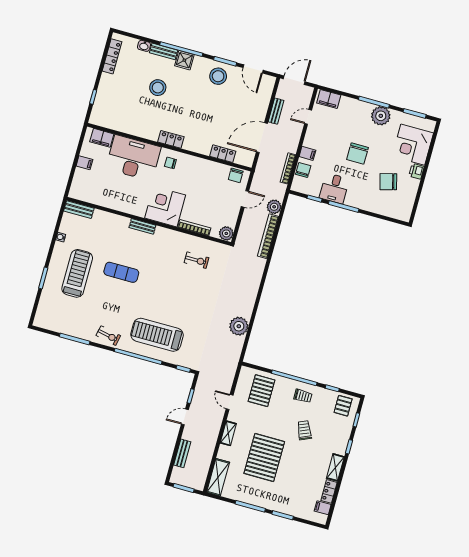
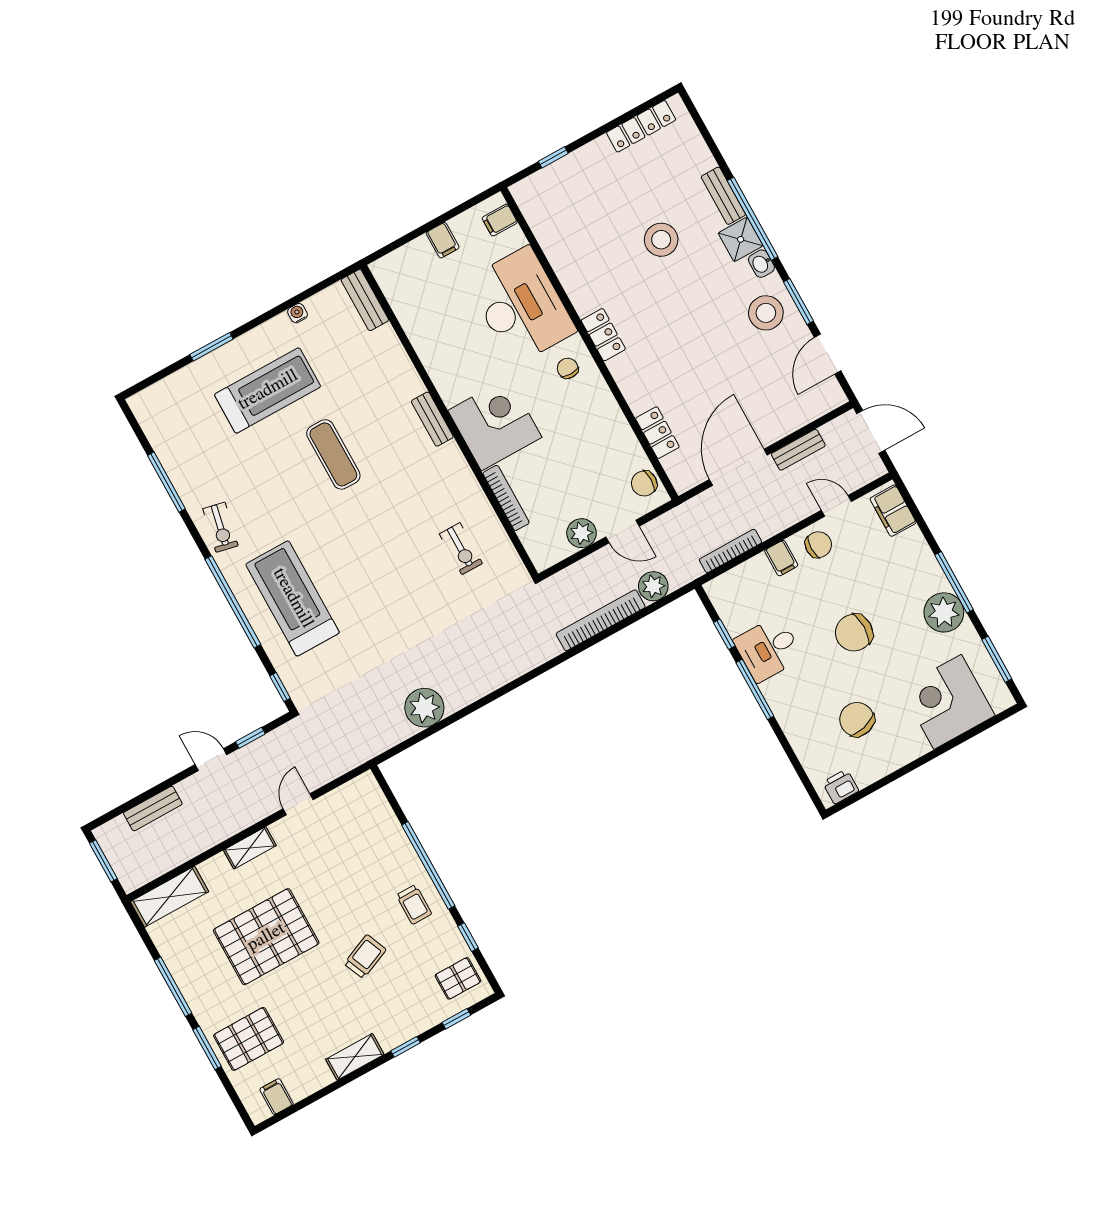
washbasin: (144, 46) -> (761, 264), moved
filing cabinet: (102, 138) -> (500, 220), width x0.50
door: (262, 138) -> (738, 467), hinge flipped
chair: (303, 170) -> (818, 545), moved
printer: (416, 171) -> (841, 787), moved
plant: (226, 233) -> (581, 533), moved
pallet: (262, 391) -> (249, 1039), moved
locker: (329, 491) -> (310, 1082), removed

